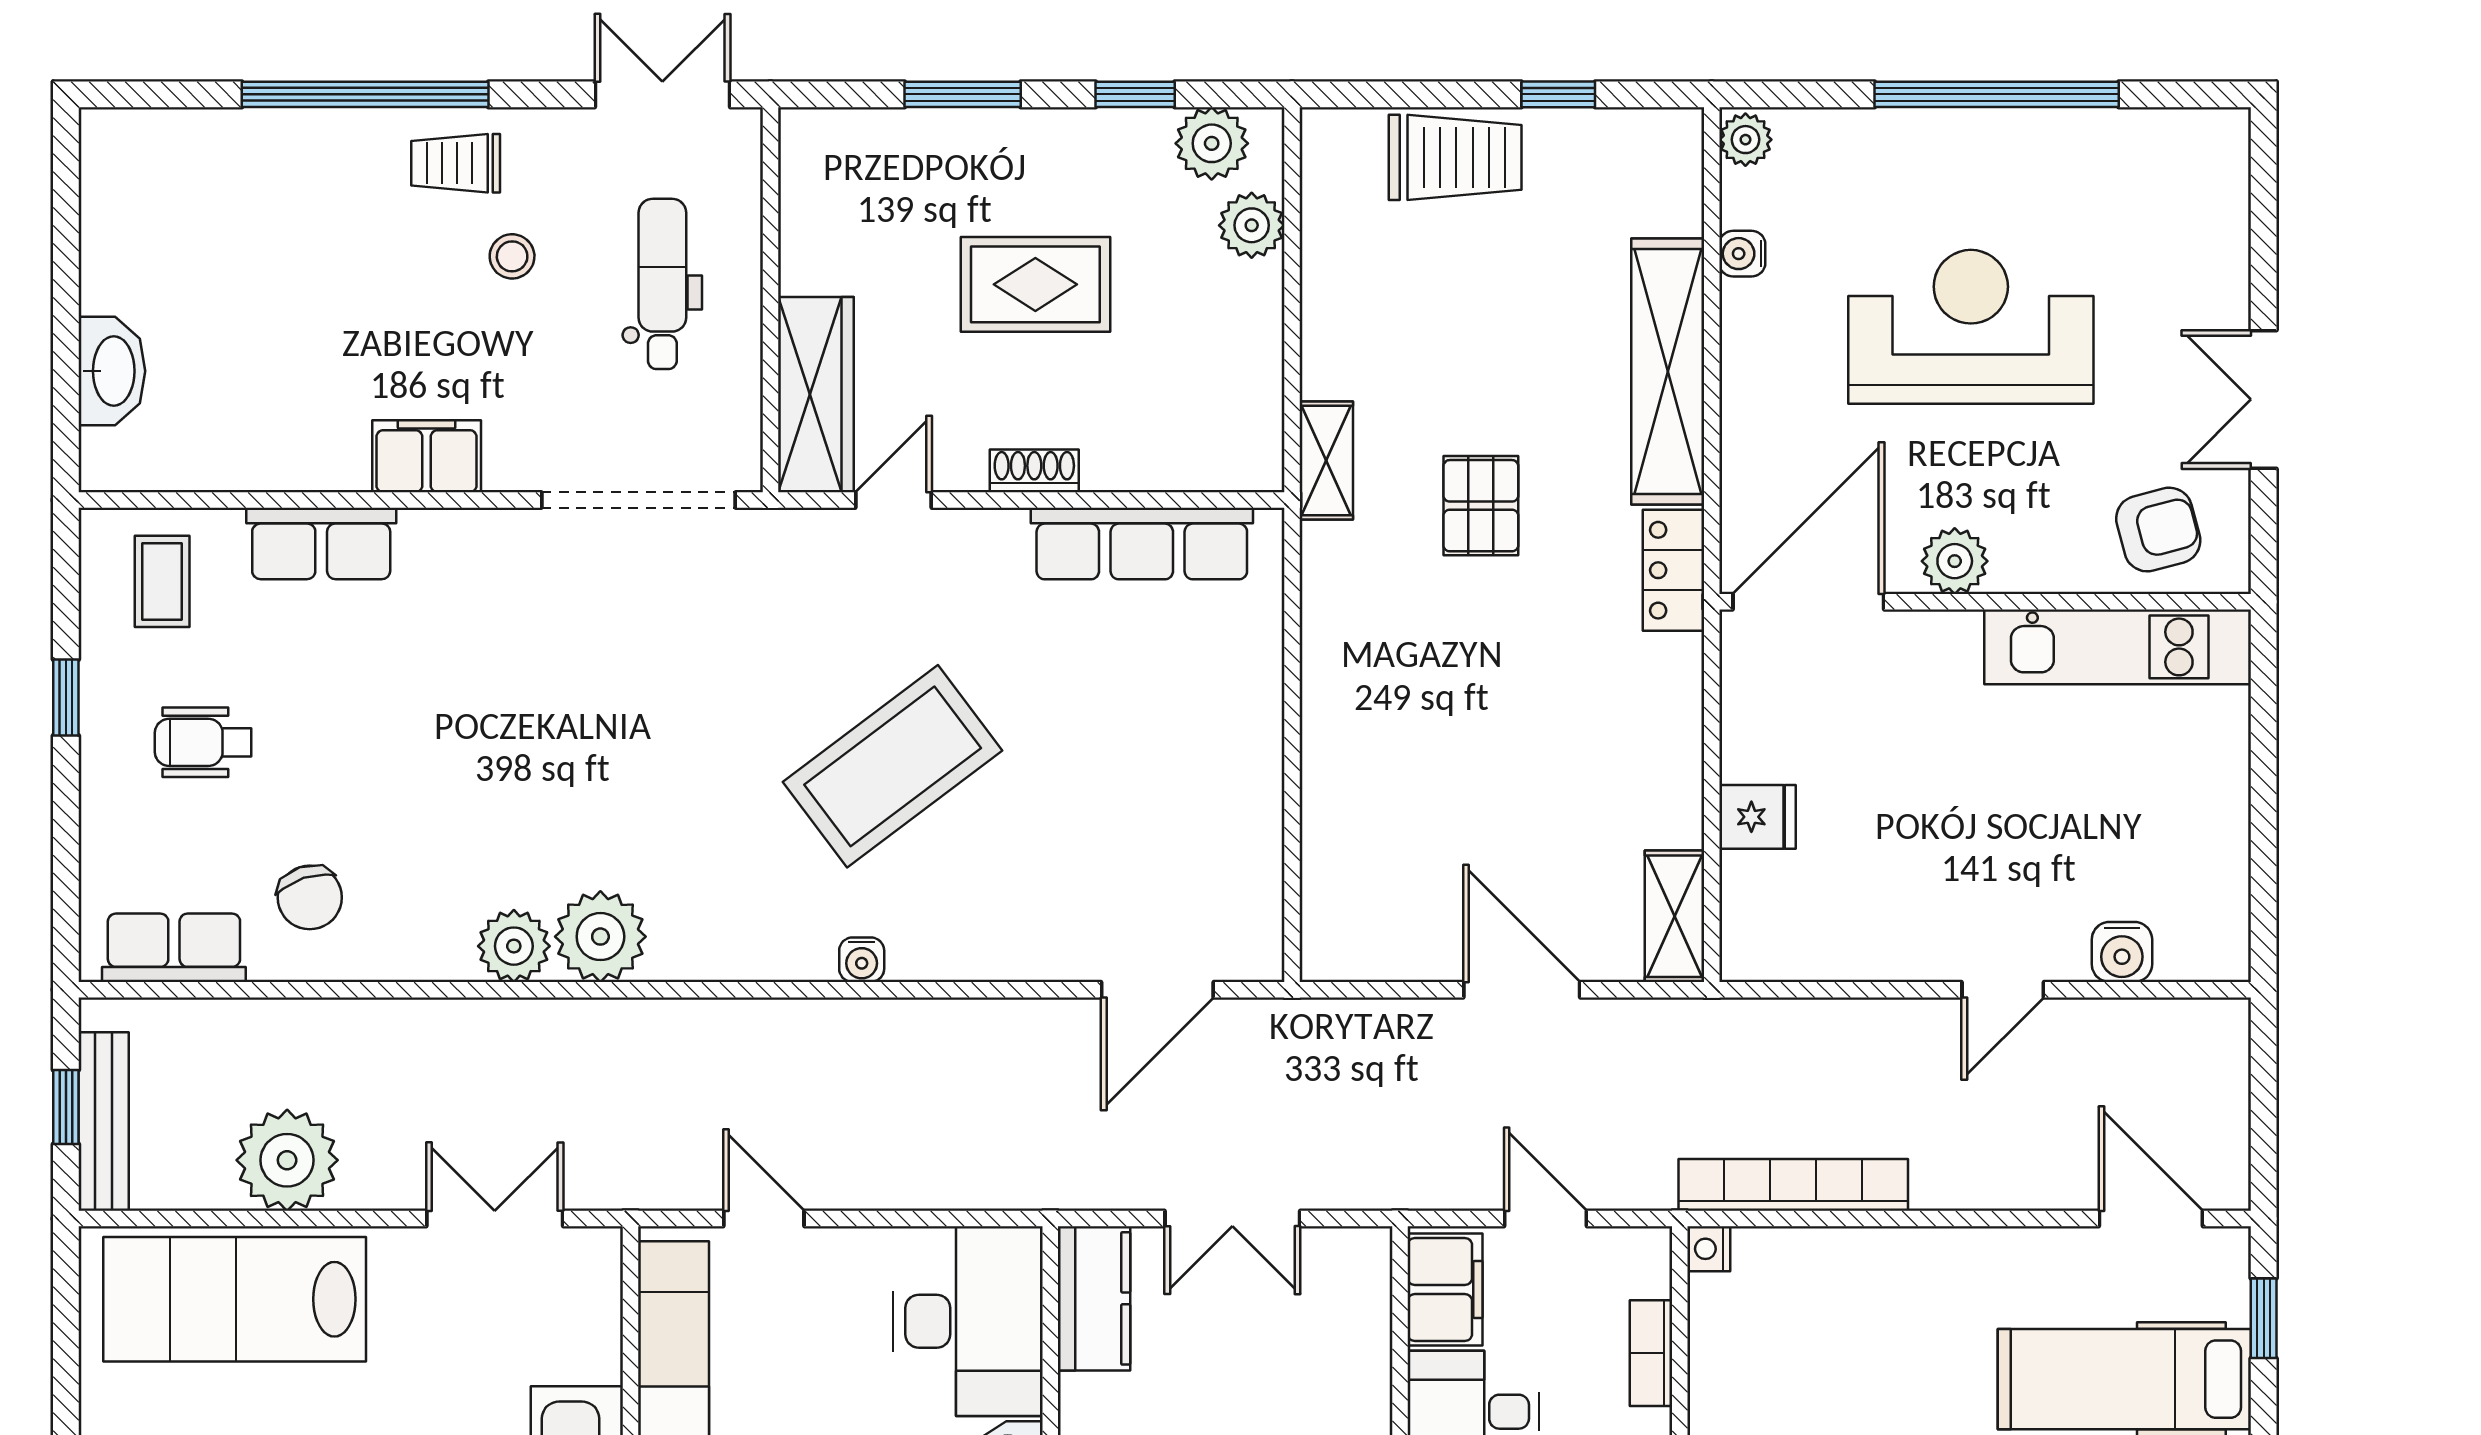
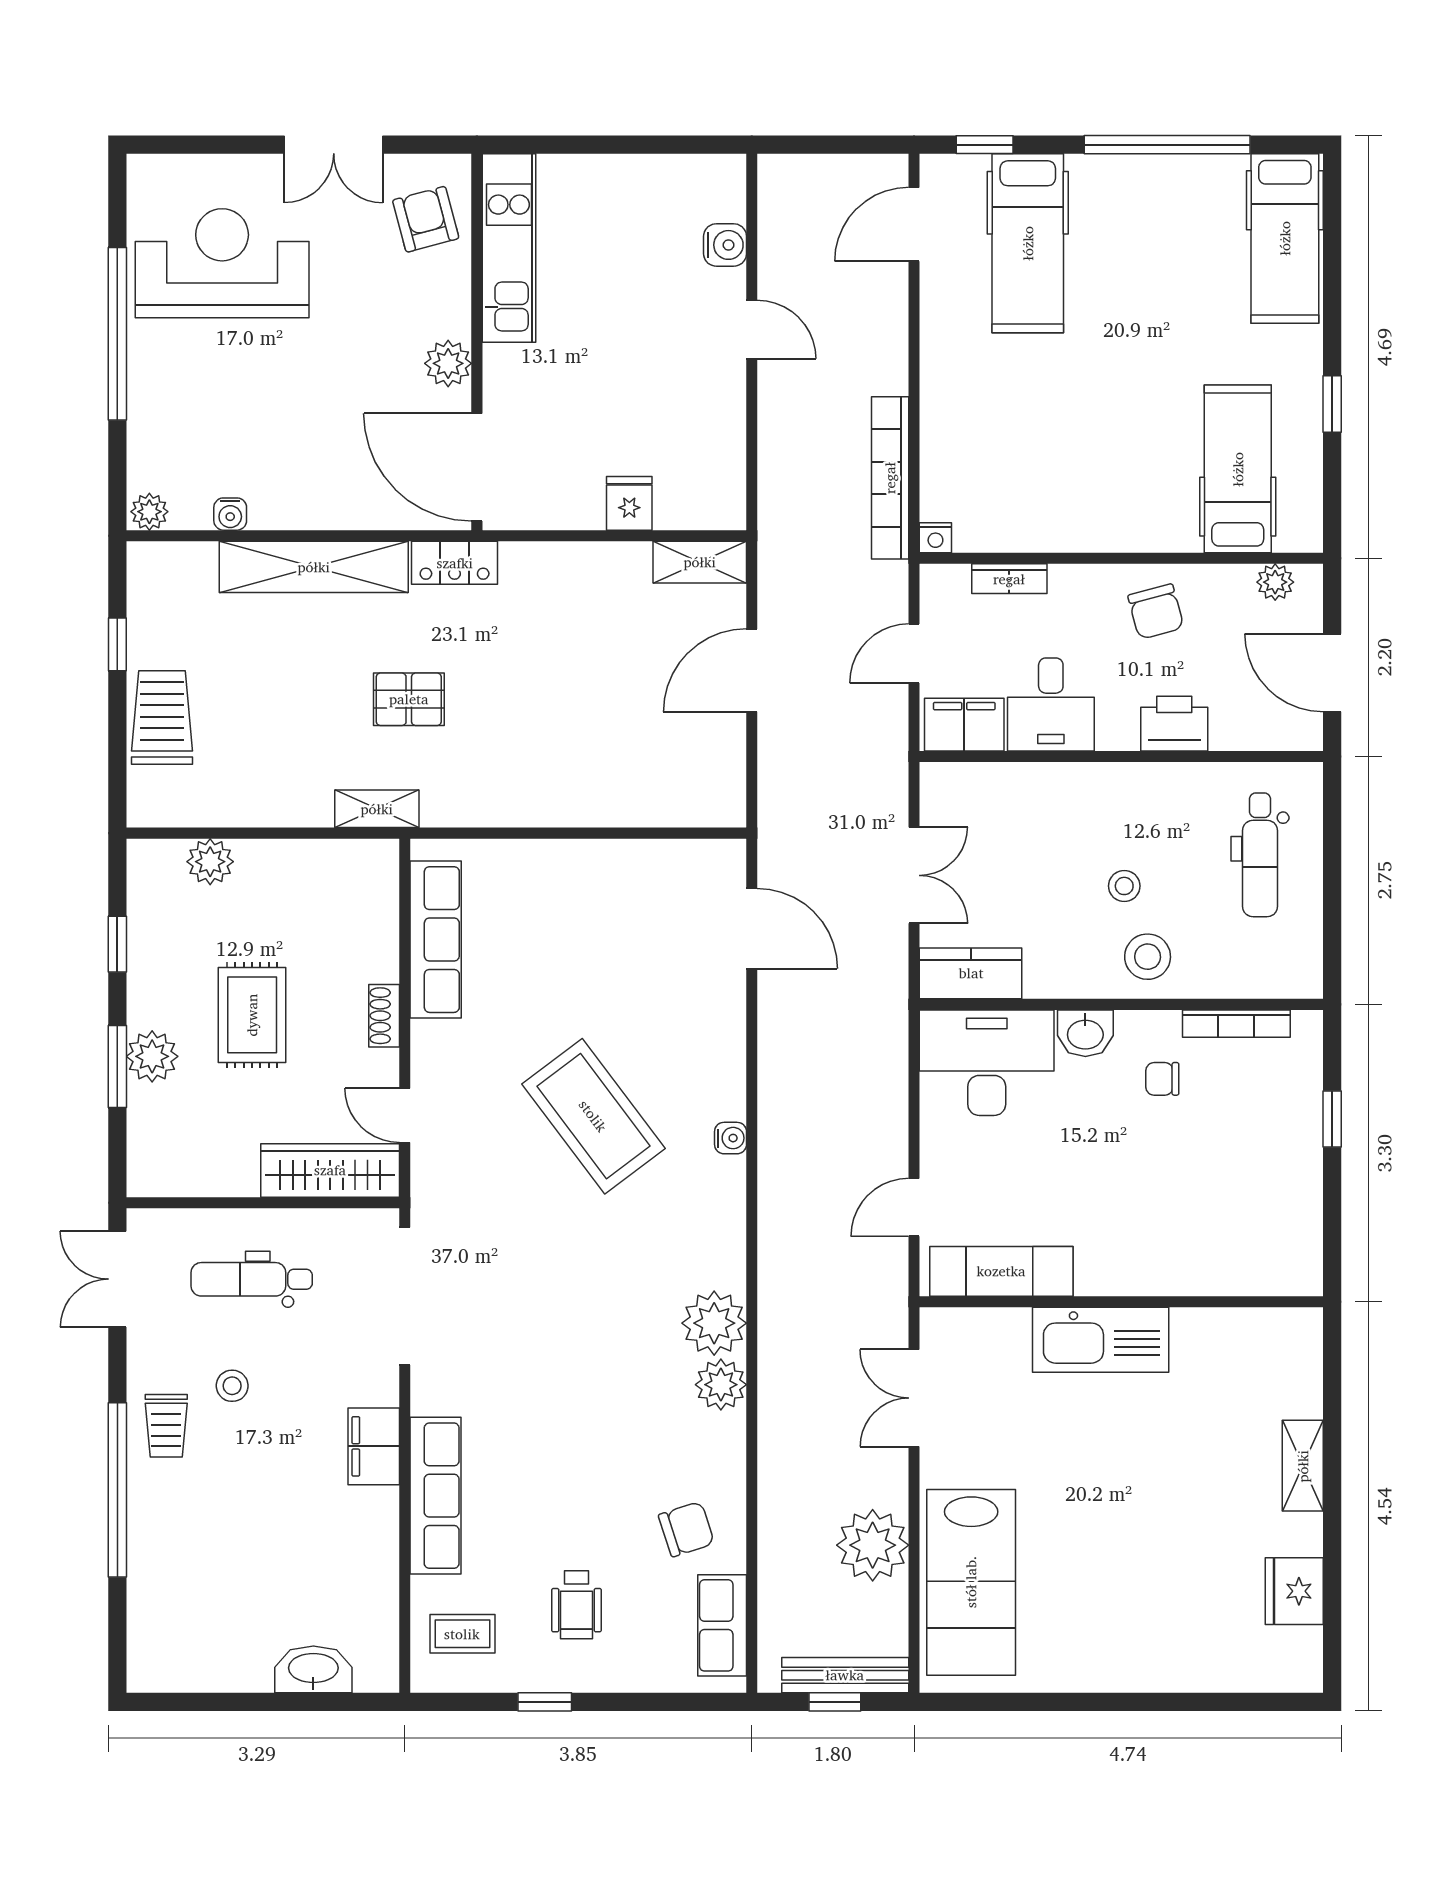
plant: (1212, 143) -> (152, 1056), moved
reception desk: (1971, 327) -> (222, 263), moved, turned 90
row of seats: (321, 543) -> (436, 1496), width x1.48

